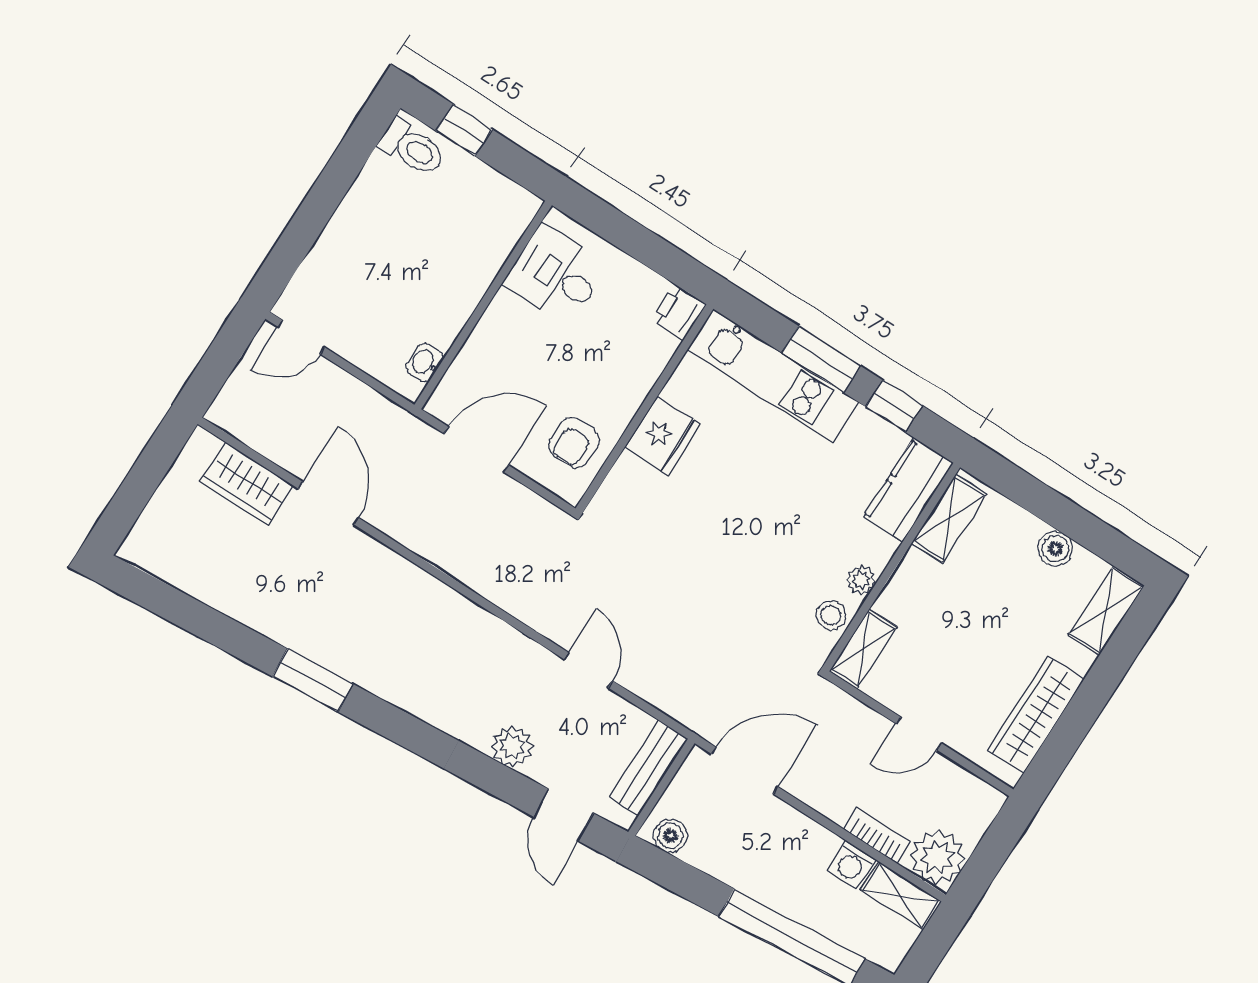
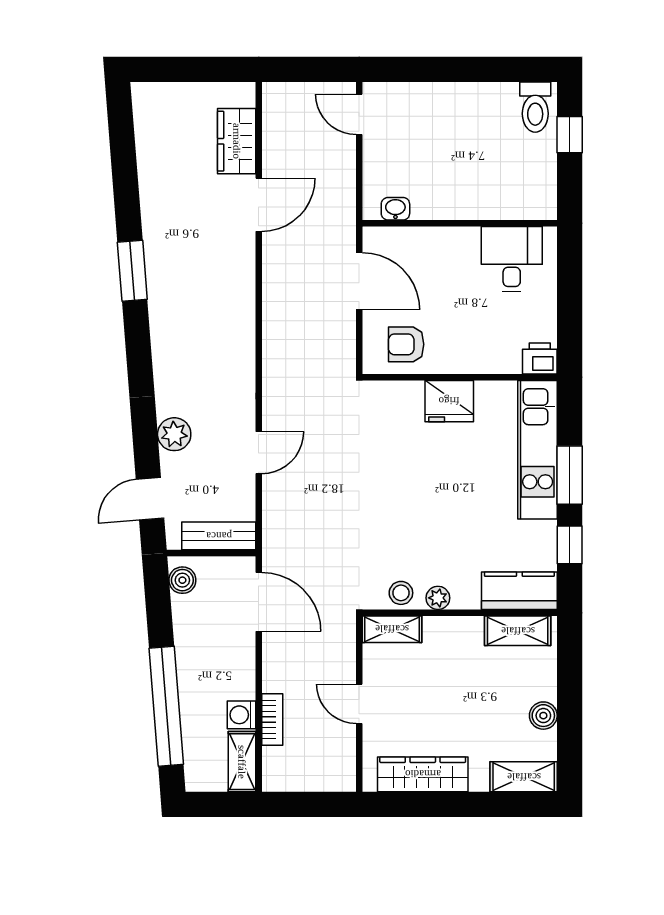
plant: (938, 857) -> (284, 770), removed

